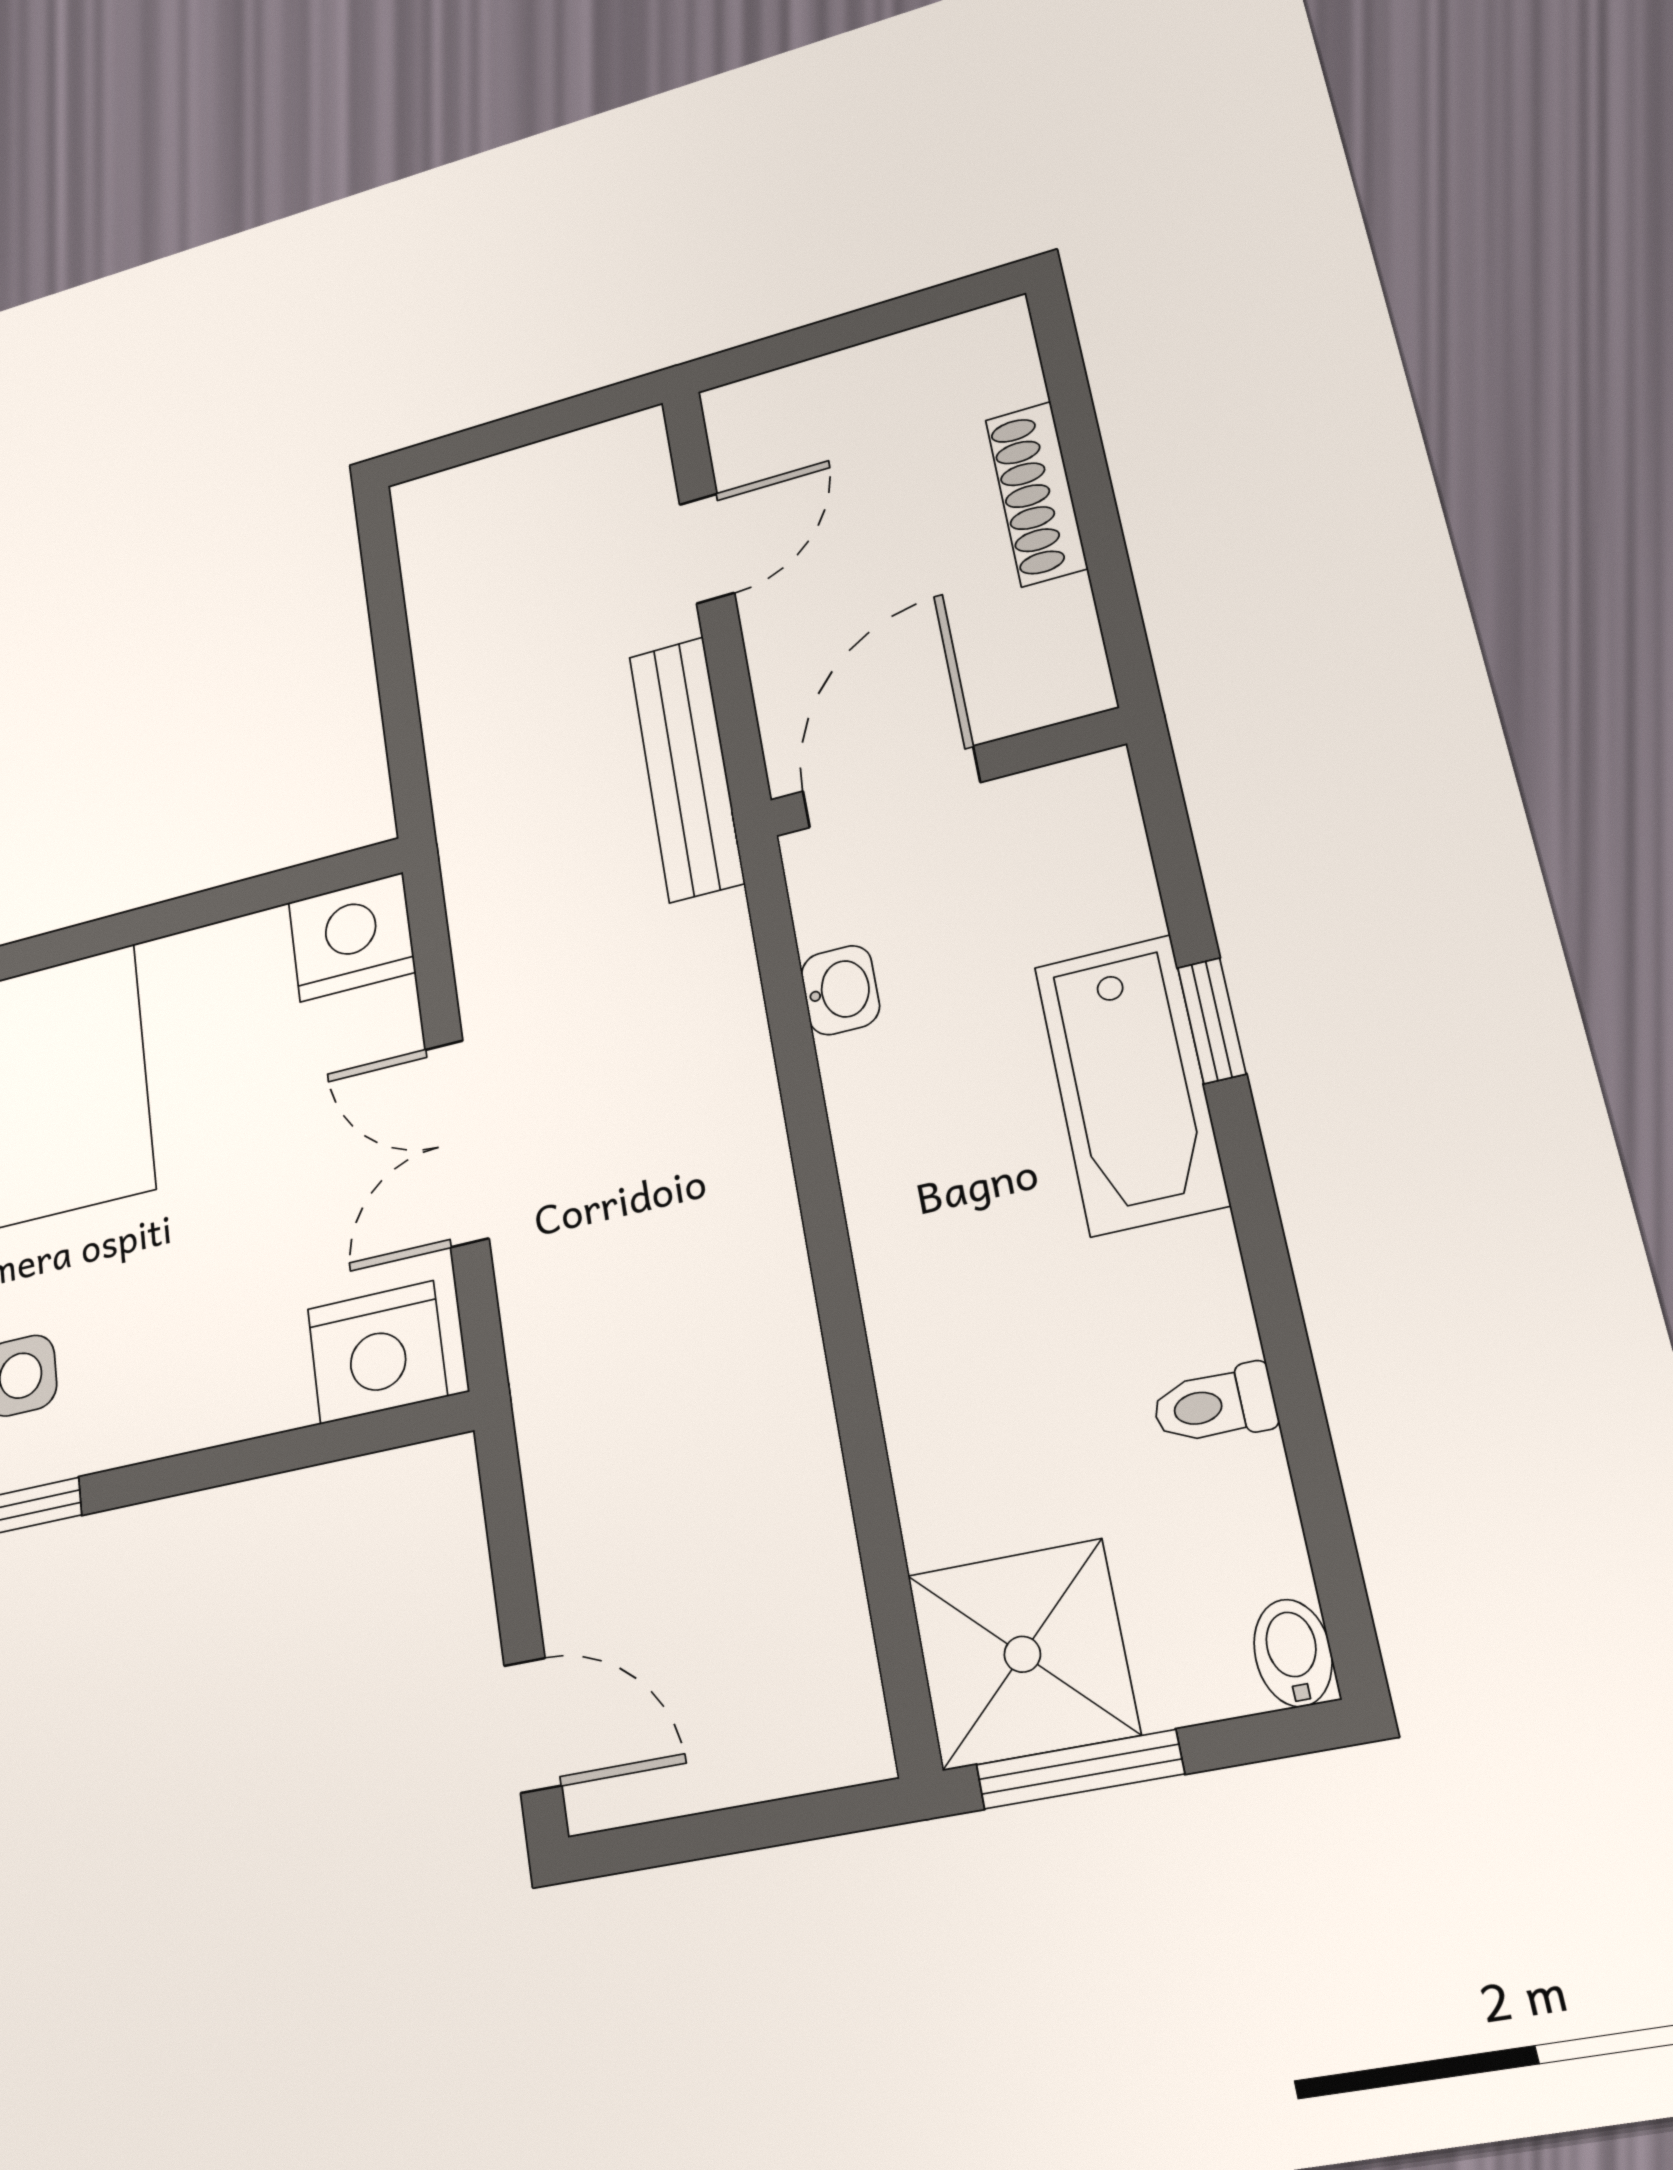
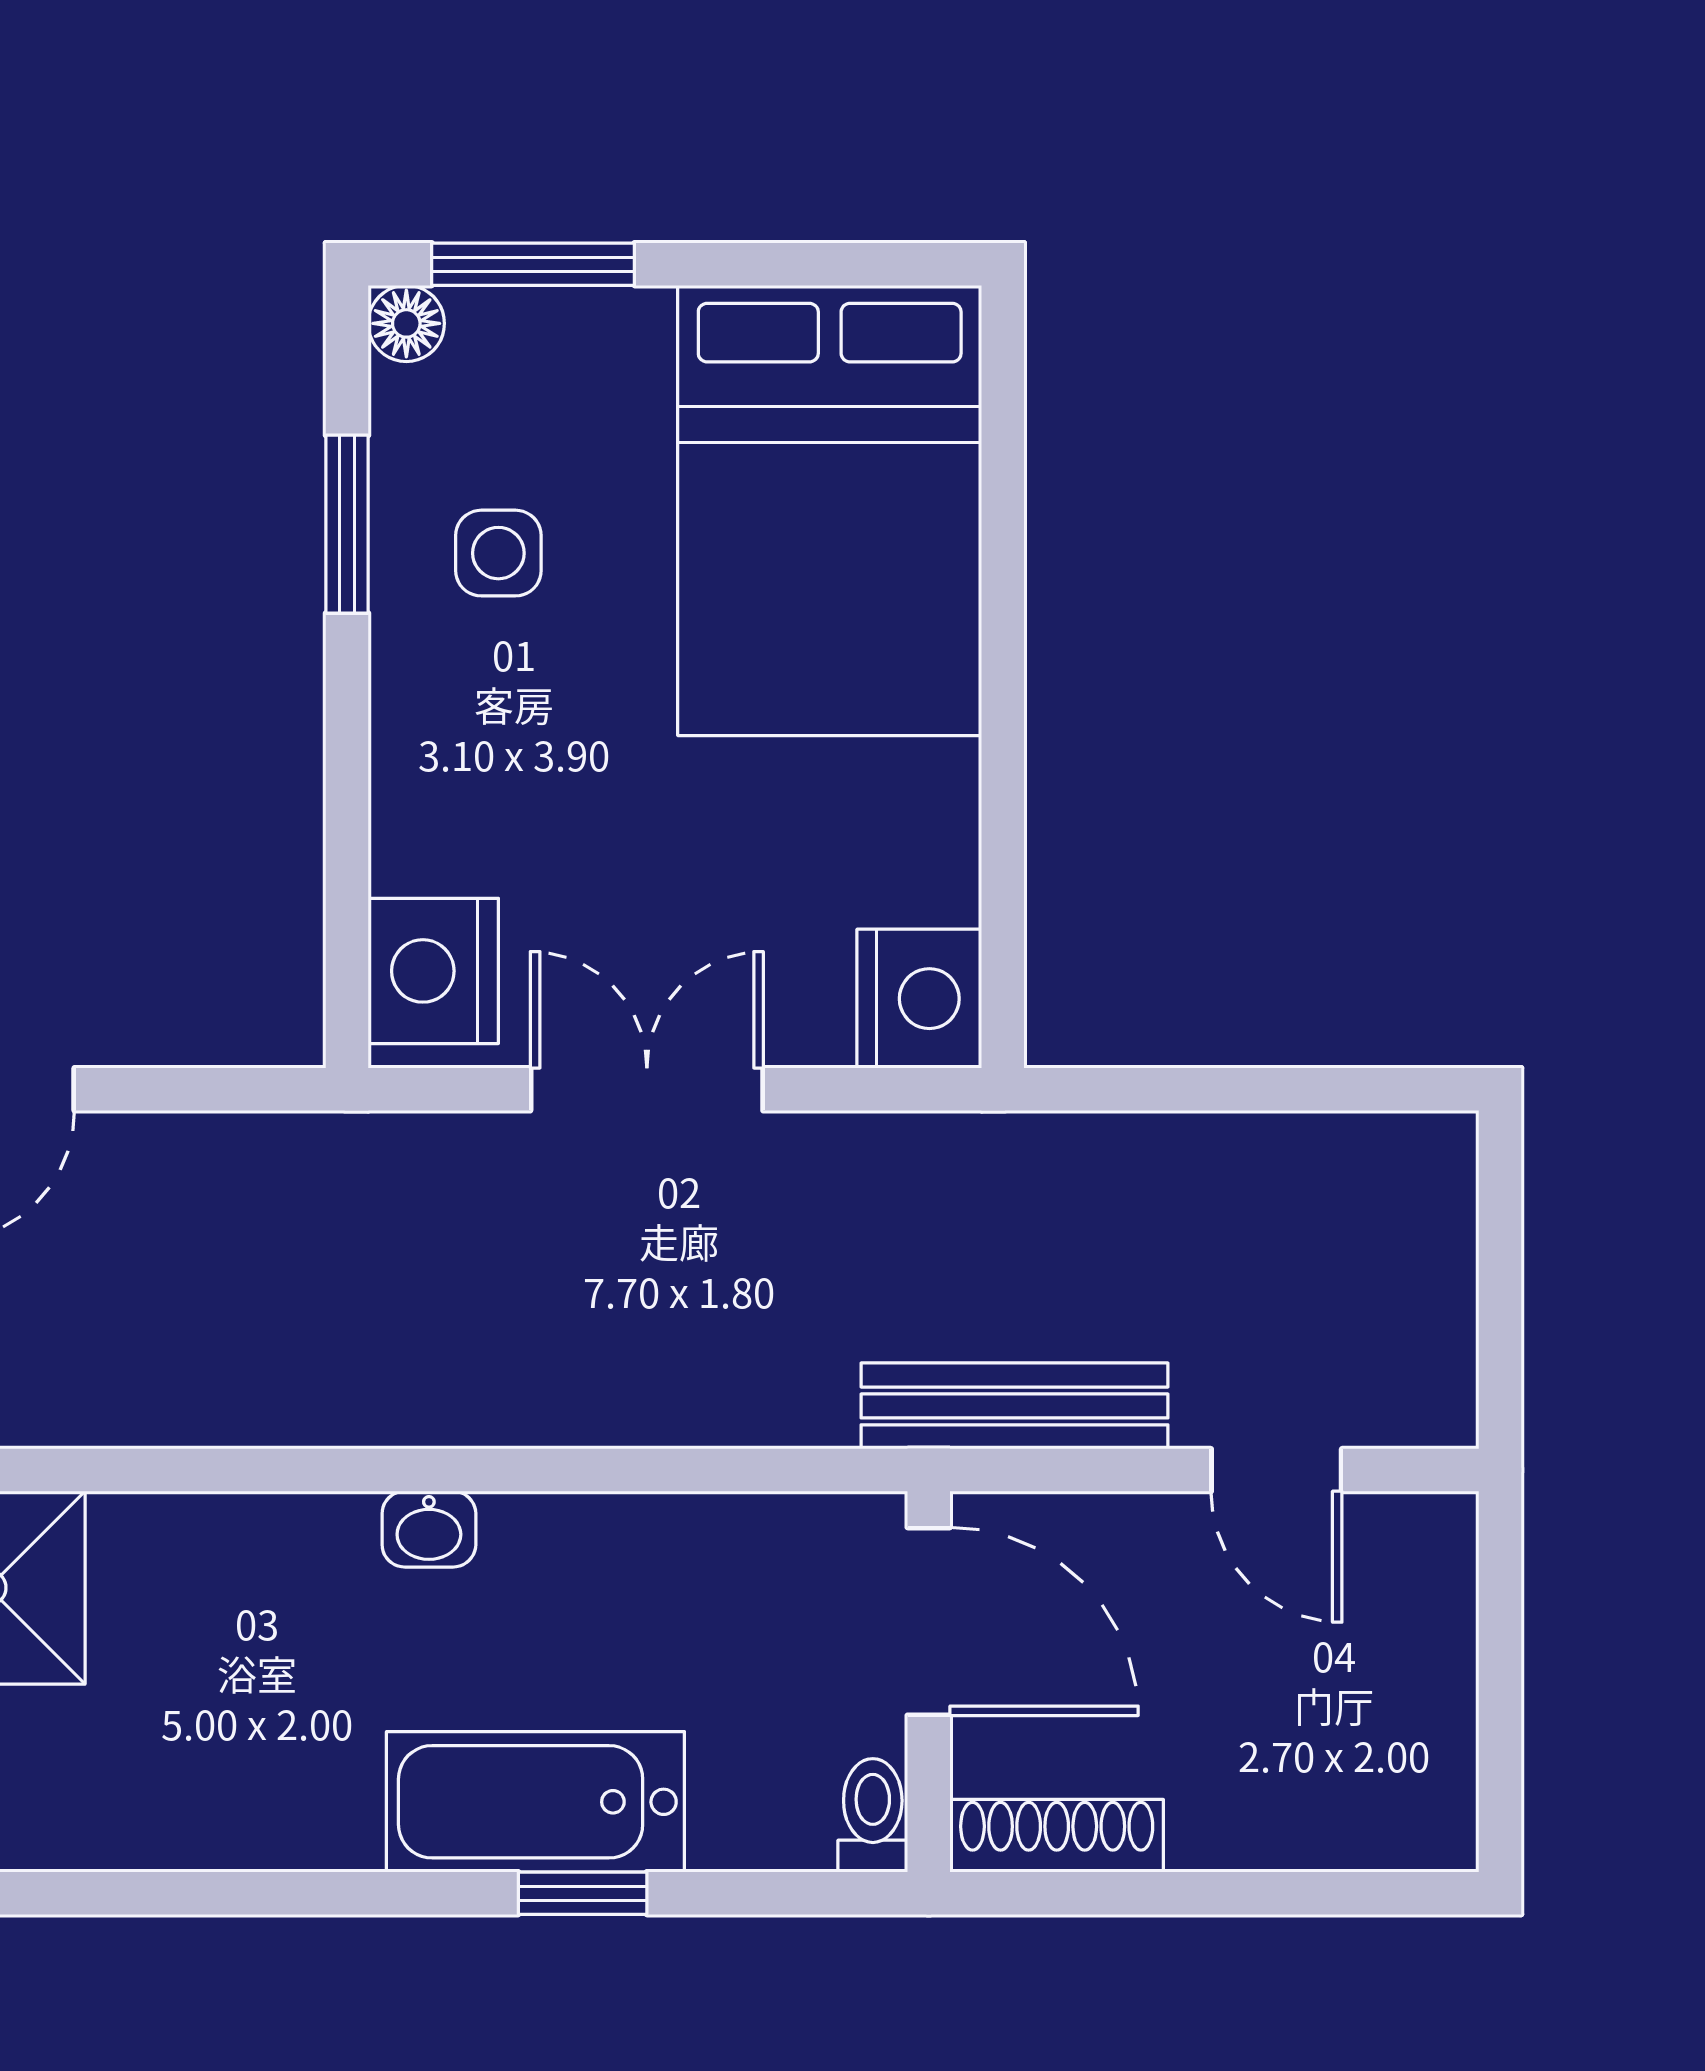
shoe rack: (1036, 494) -> (1057, 1836), moved
washbasin: (840, 990) -> (429, 1529), moved
toilet: (1214, 1405) -> (873, 1815), moved

